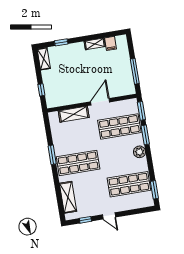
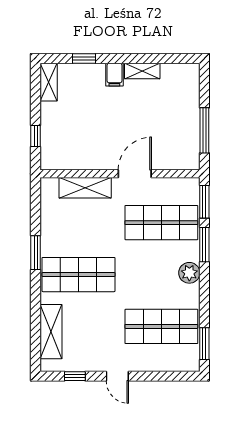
filing cabinet: (111, 43) -> (114, 75), moved

